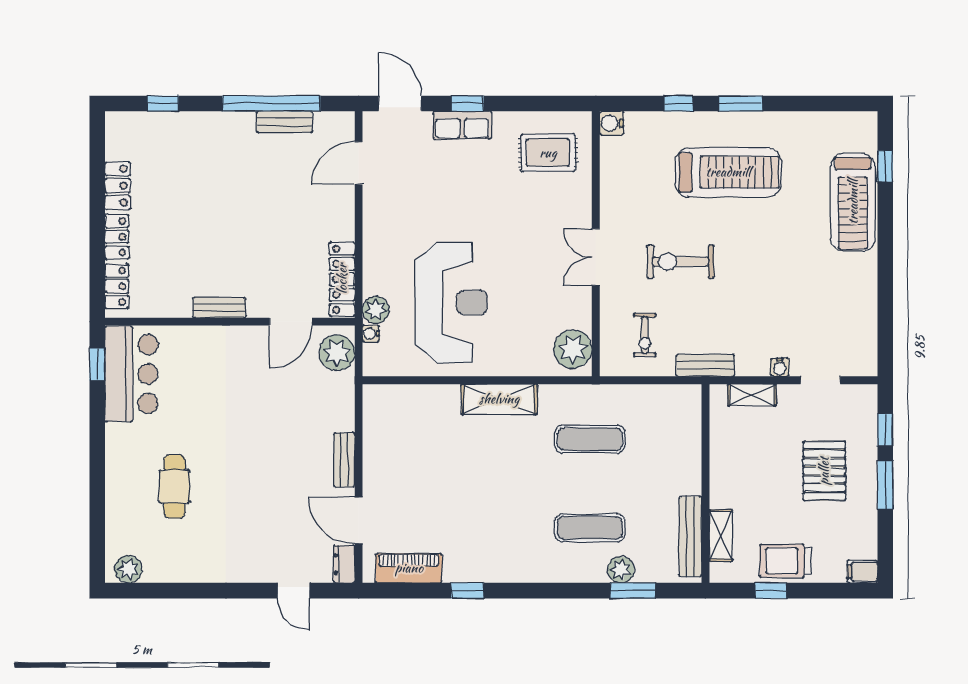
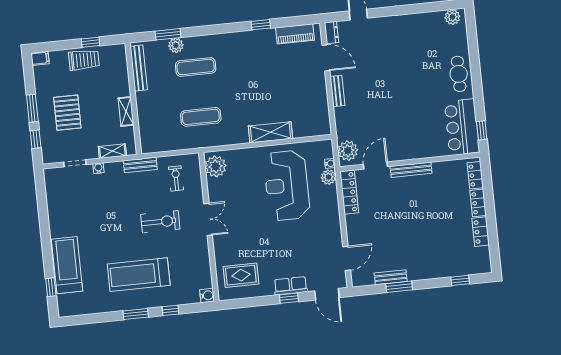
window: (271, 104) -> (399, 287), width x0.47
bench: (219, 308) -> (411, 170), width x1.36
shelving: (499, 399) -> (270, 132), moved
cafe table: (174, 486) -> (459, 74), moved
shelving: (721, 535) -> (126, 112), moved

